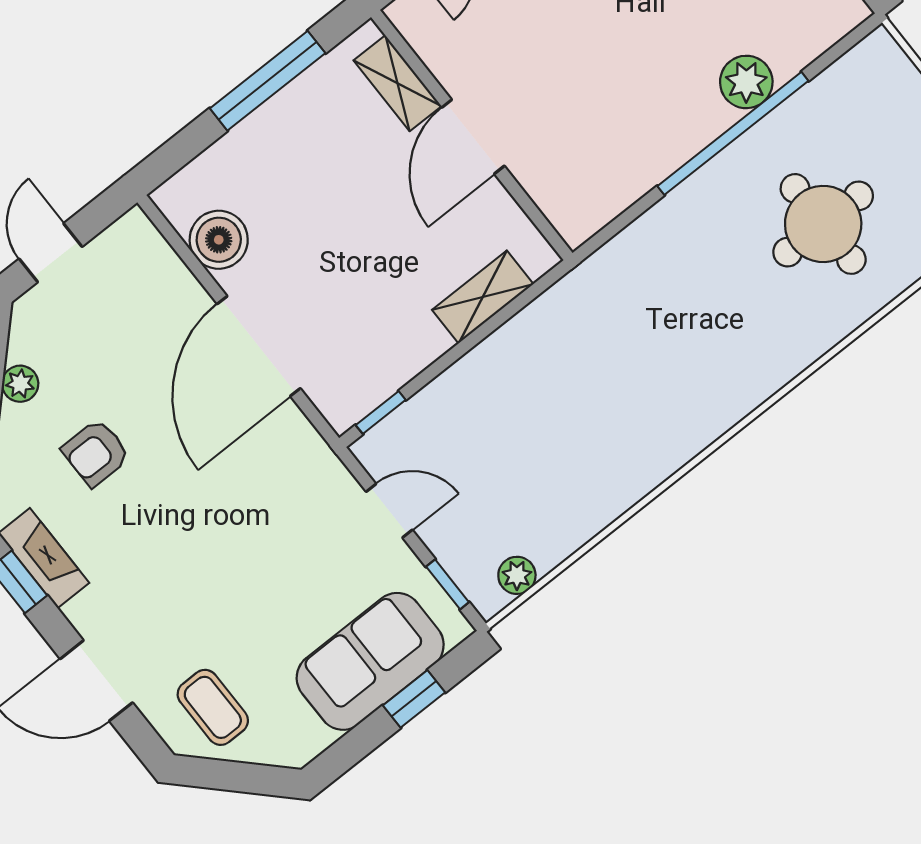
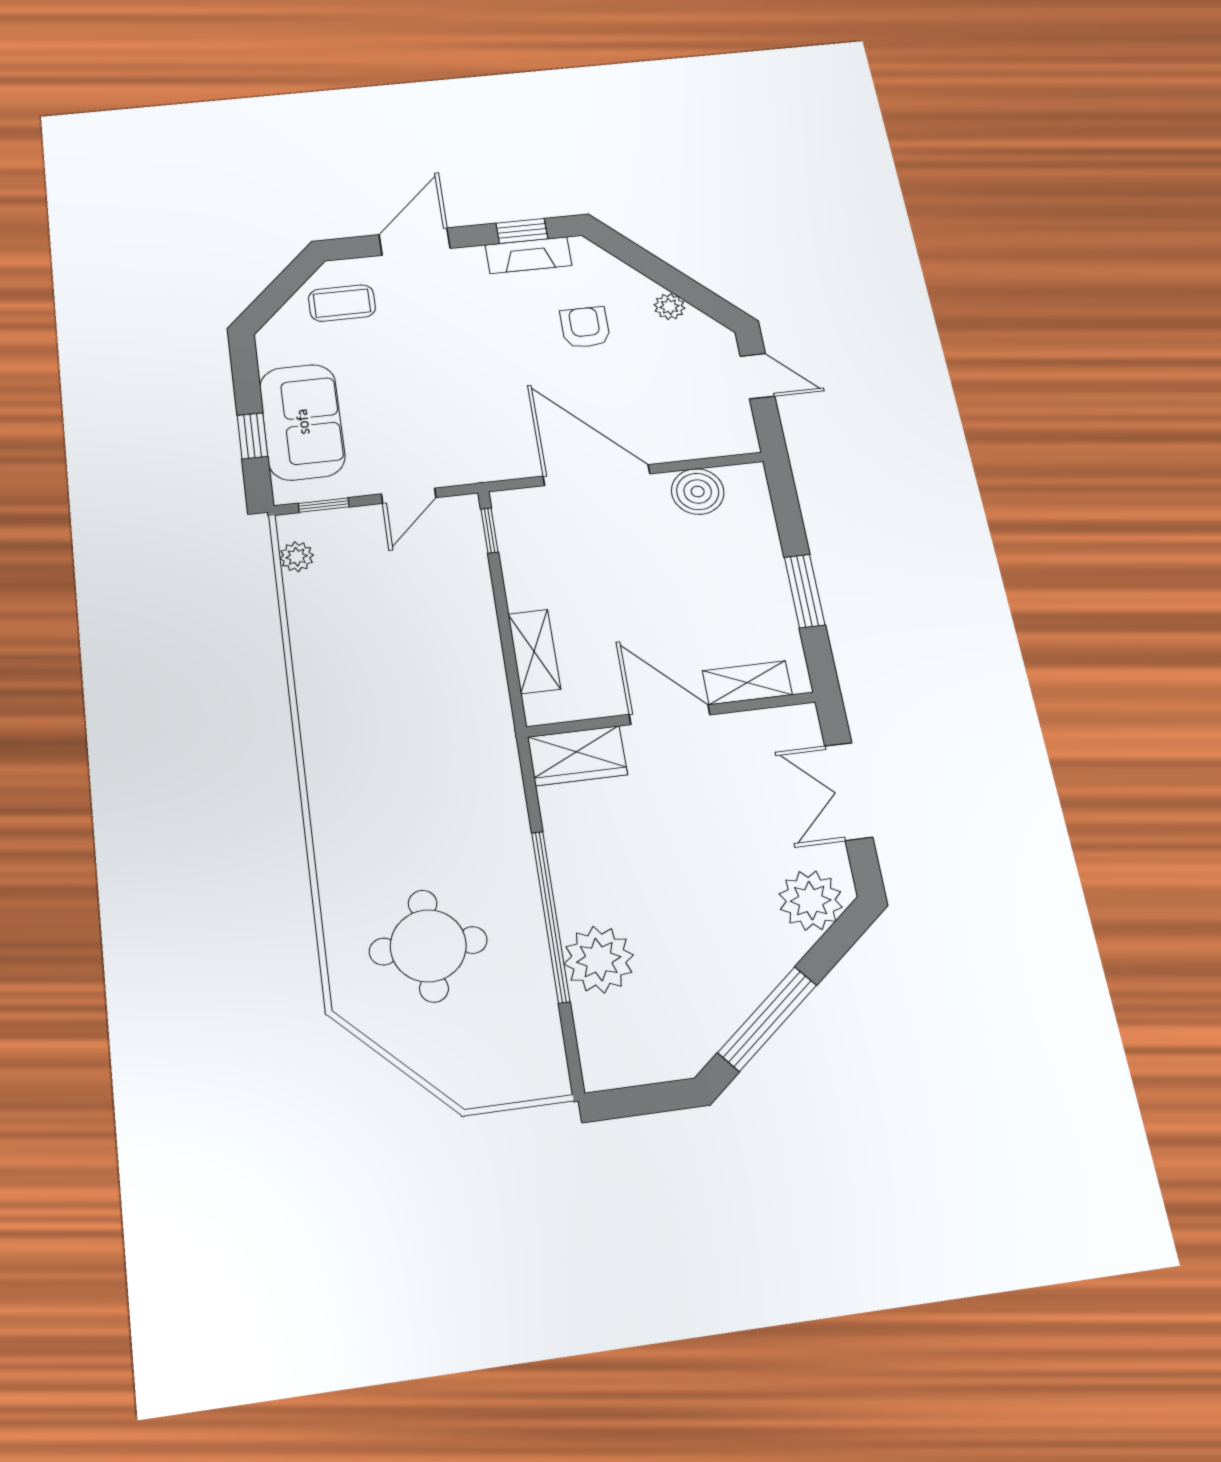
window: (268, 81) -> (805, 591), width x0.69
plant: (746, 82) -> (599, 959), width x1.36, depth x1.36
wardrobe: (564, 197) -> (577, 756), added

